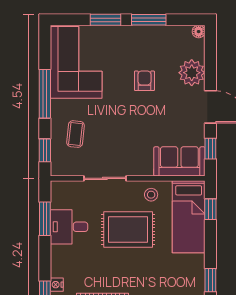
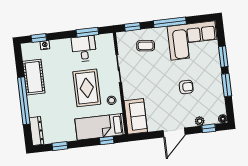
plant: (192, 73) -> (200, 121), width x0.53, depth x0.53
window: (210, 149) -> (209, 128), moved

